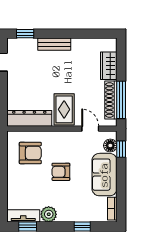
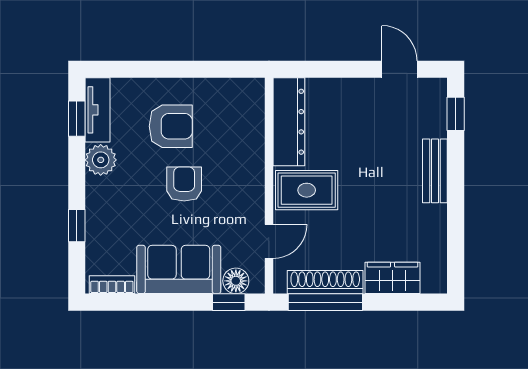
armchair: (30, 153) -> (171, 126), moved, turned -90

